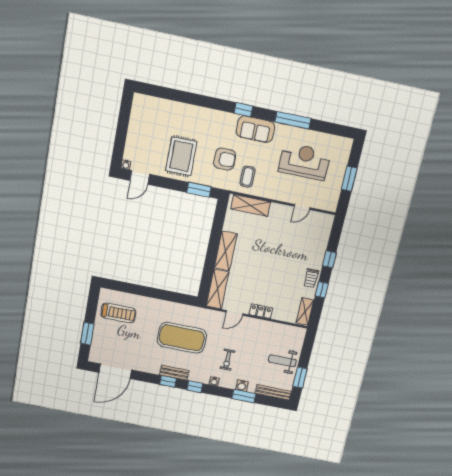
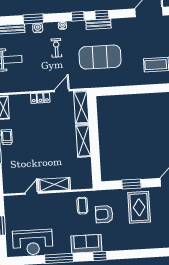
reception desk: (304, 162) -> (33, 242), moved
window: (199, 190) -> (131, 184), moved
shelving: (251, 205) -> (54, 185), moved

